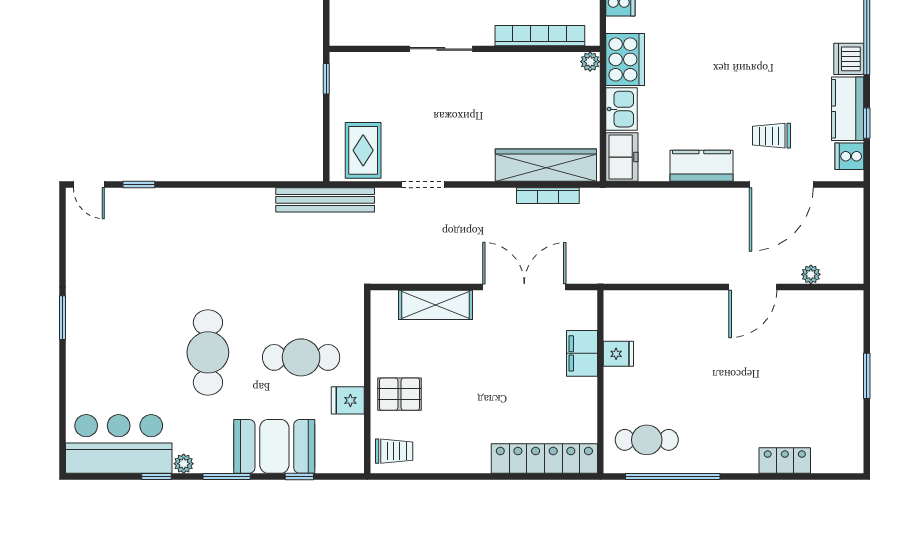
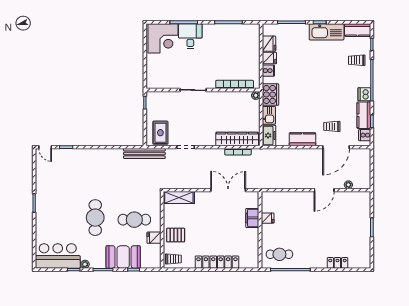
shelving: (435, 305) -> (179, 198), moved
locker: (544, 458) -> (217, 262), moved

